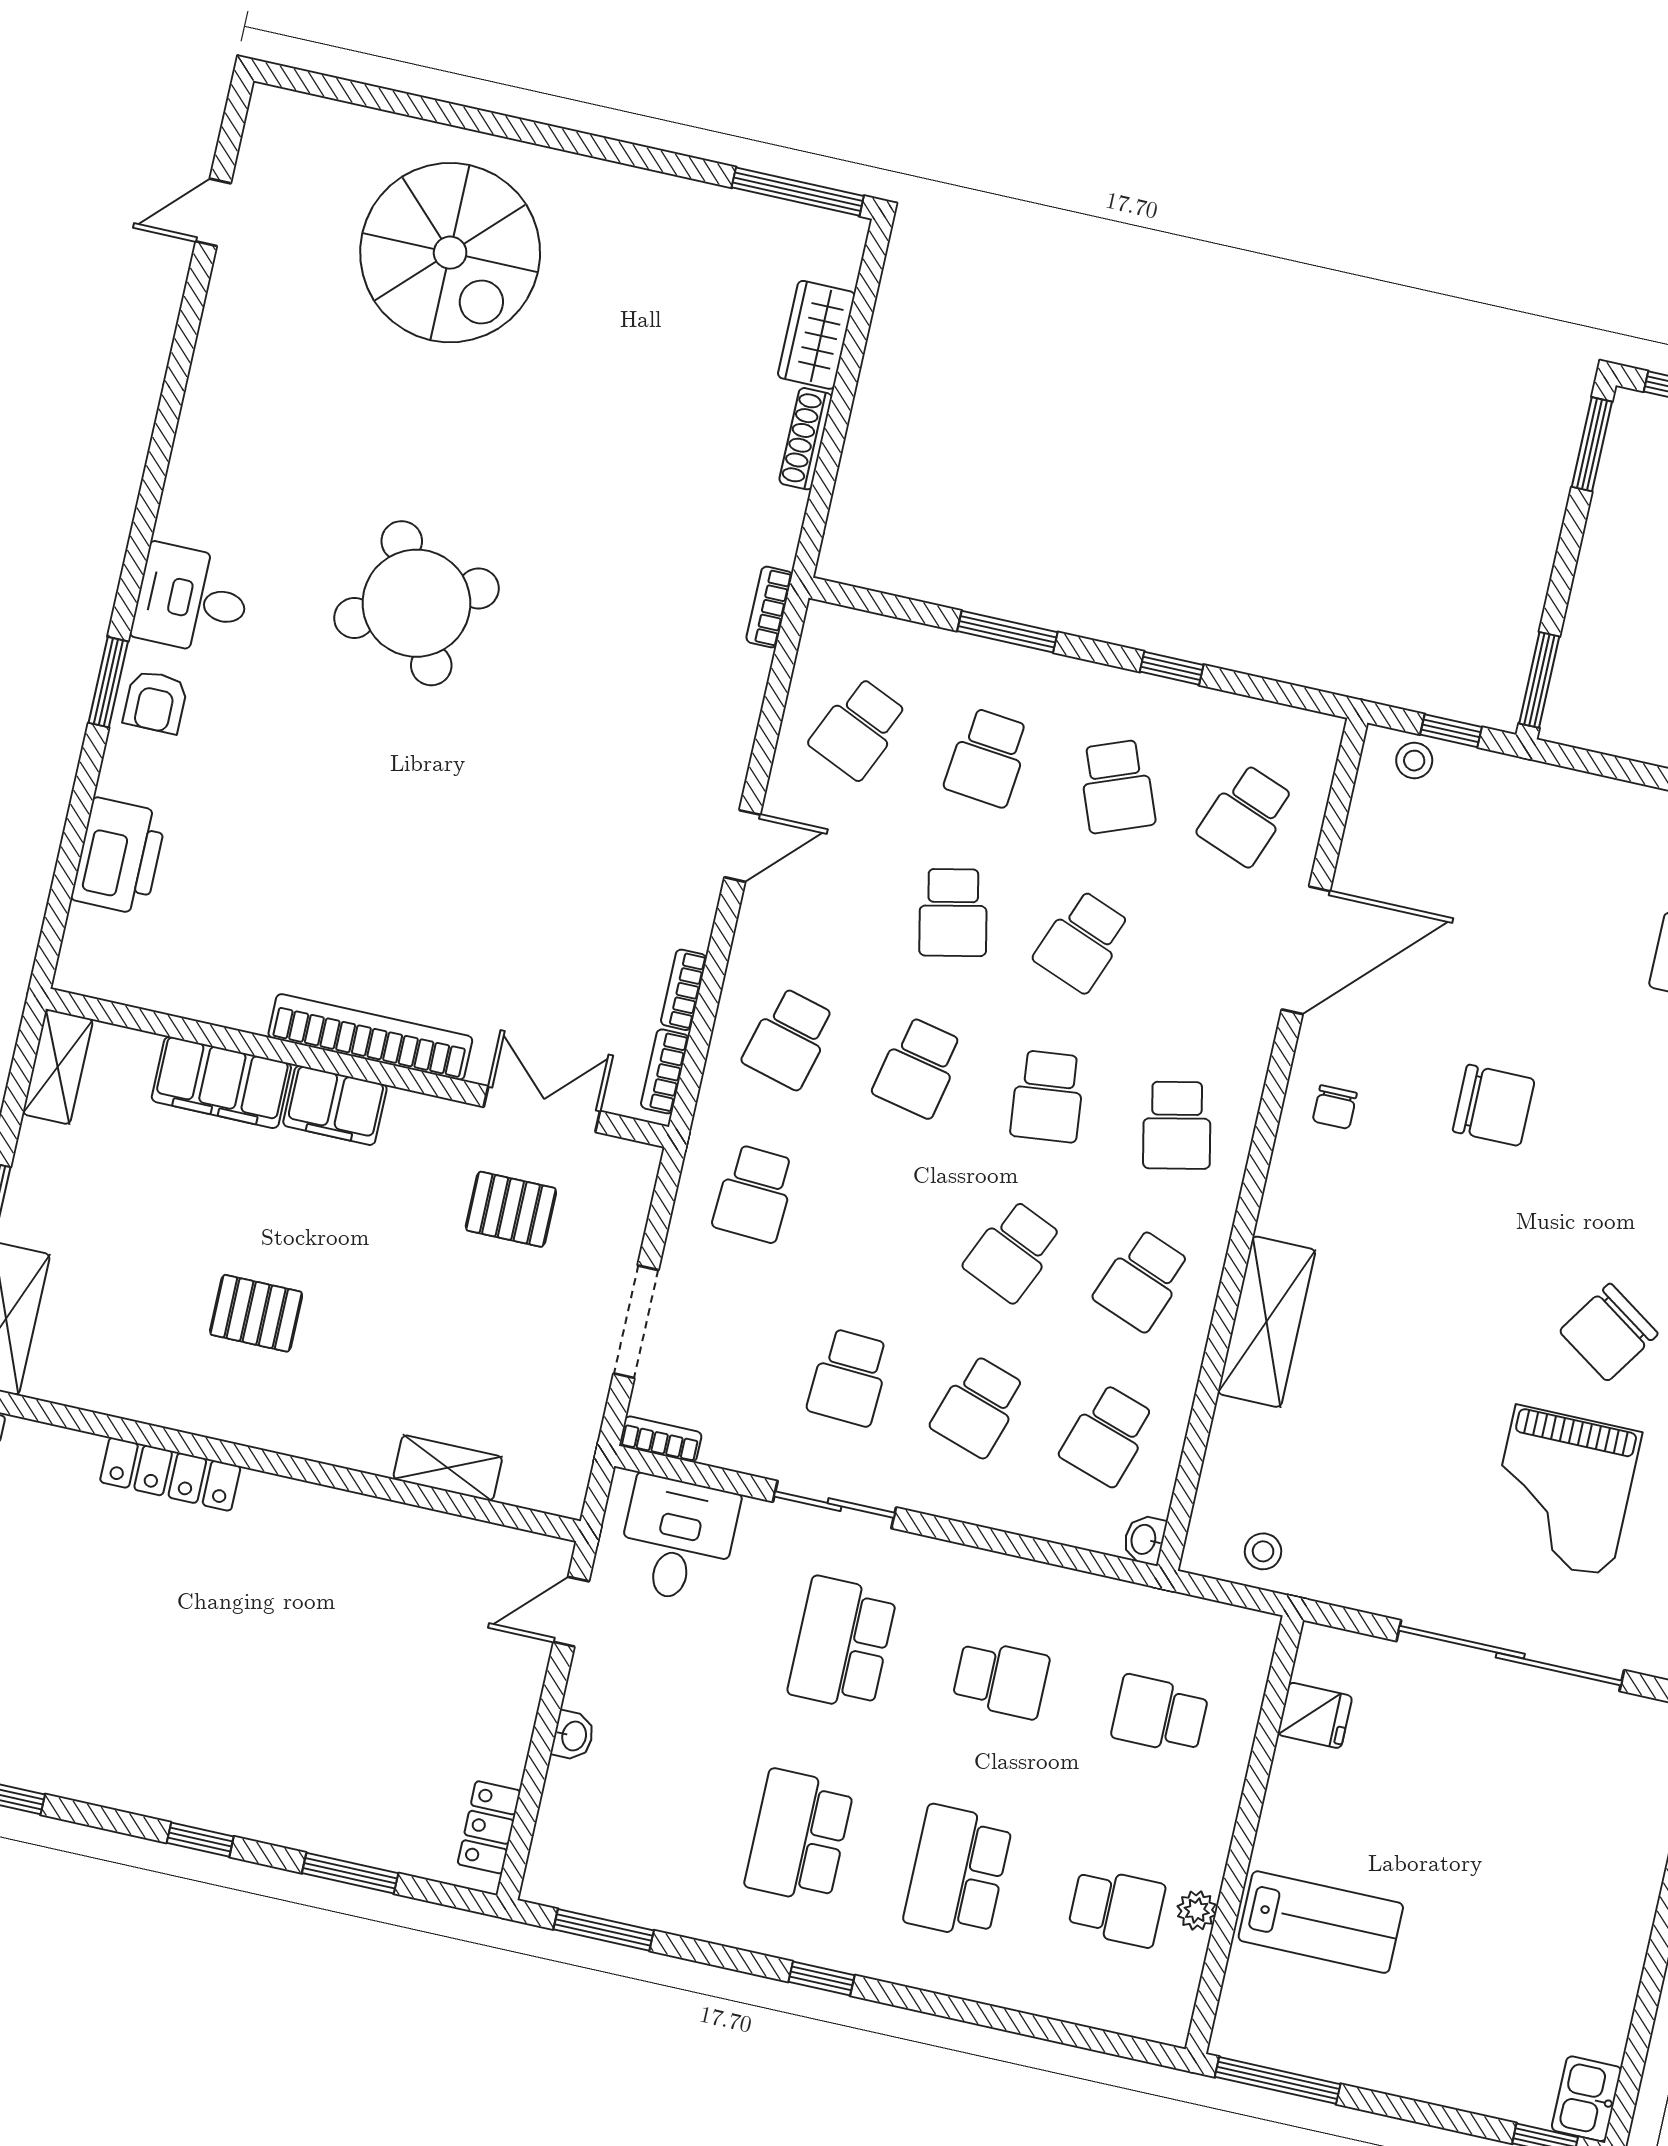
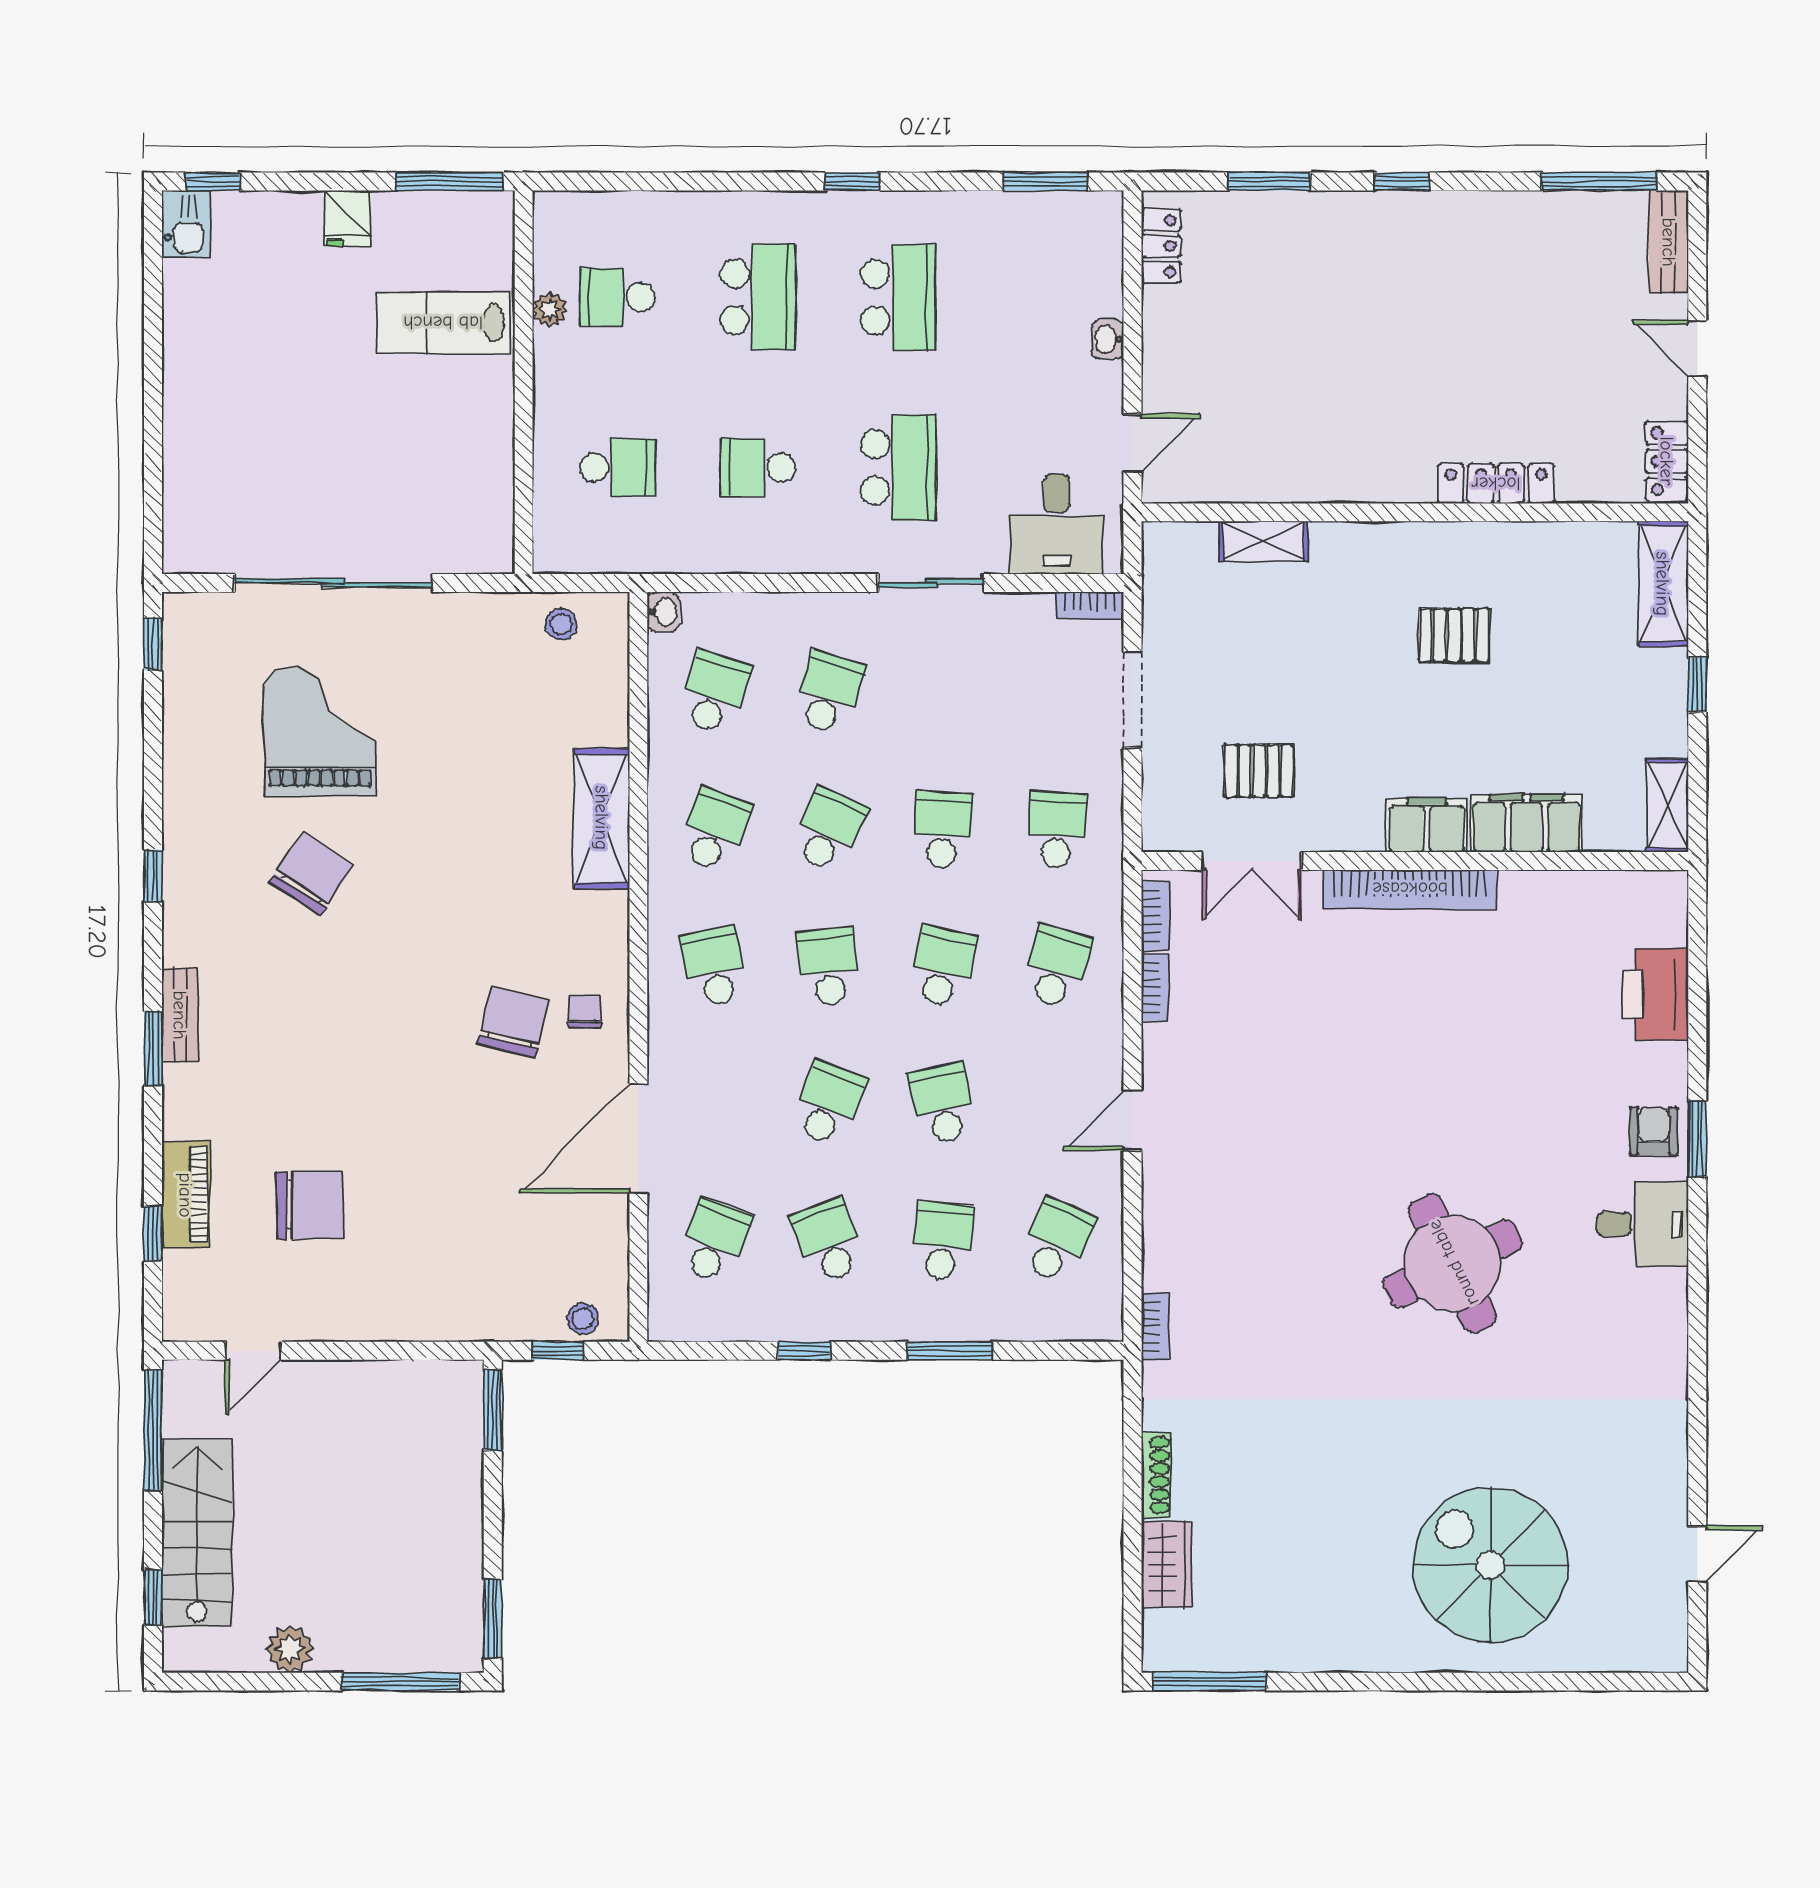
chair: (1494, 1105) -> (513, 1022), moved, turned 103
school desk: (849, 1377) -> (943, 830), moved
fridge: (1315, 1715) -> (347, 218), moved, turned -90

